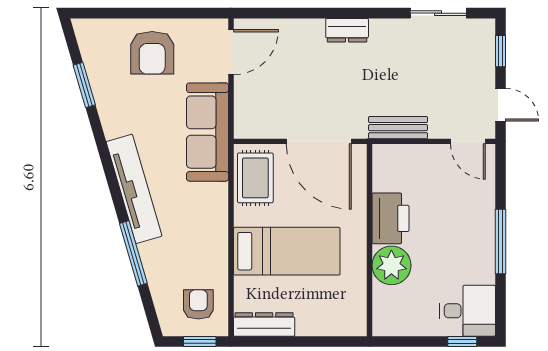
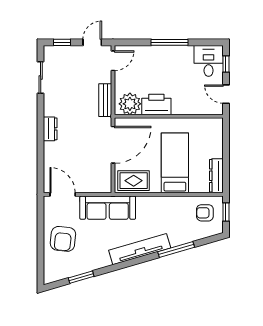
armchair: (152, 53) -> (63, 239), turned 96
plant: (391, 265) -> (130, 104), moved
door: (409, 342) -> (226, 94), added

